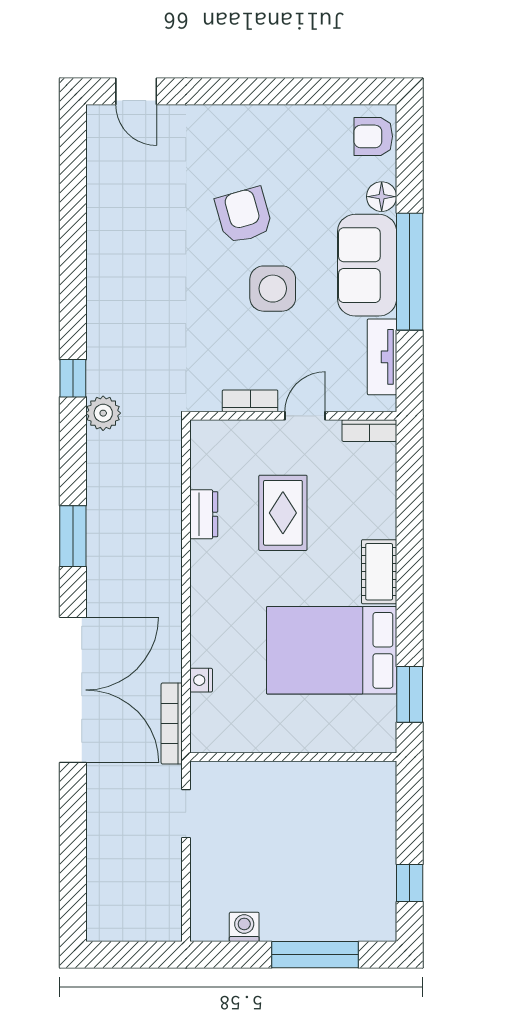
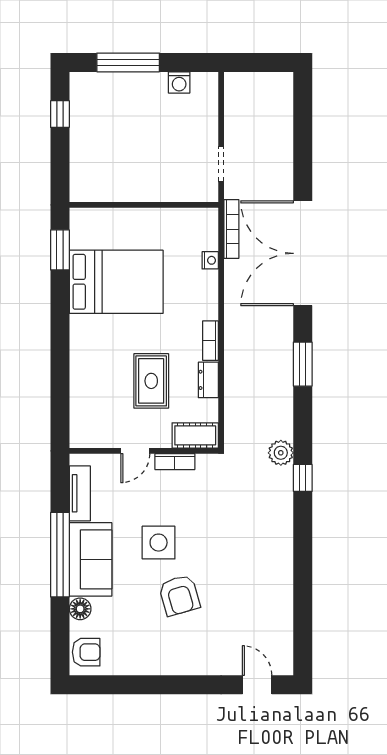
bookcase: (369, 431) -> (210, 341), moved, turned -90
cot: (379, 572) -> (195, 435), moved, turned 90

